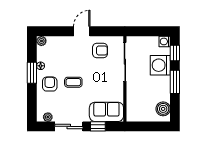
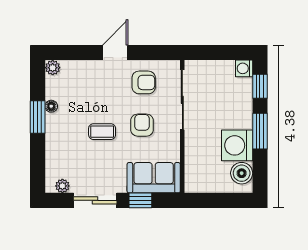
washing machine: (160, 65) -> (237, 145), moved
armchair: (50, 84) -> (142, 125), moved

